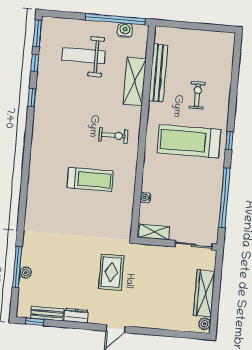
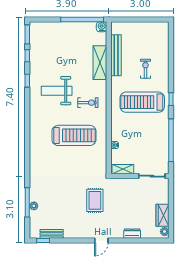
water cooler: (125, 30) -> (102, 27), moved
weight bench: (83, 56) -> (57, 91), moved
treadmill: (90, 179) -> (74, 135), width x1.37, depth x1.38
wardrobe: (204, 293) -> (162, 215), width x0.67
dresser: (76, 316) -> (132, 234), moved

